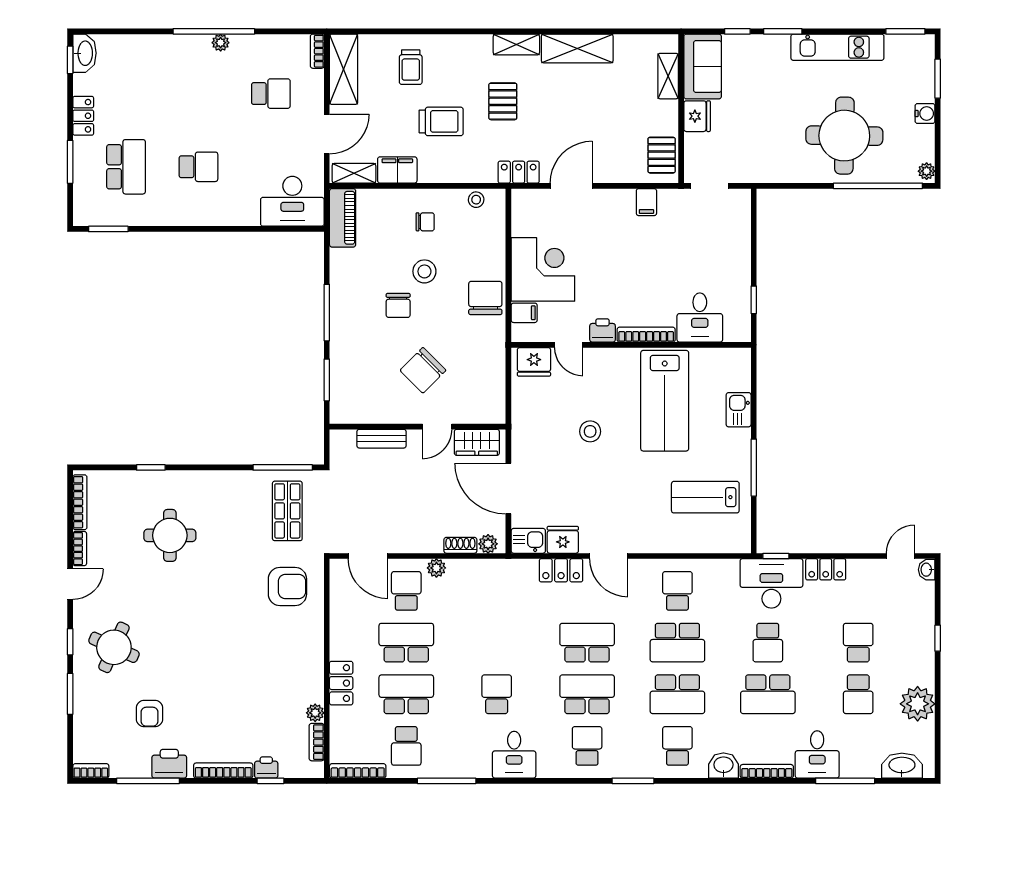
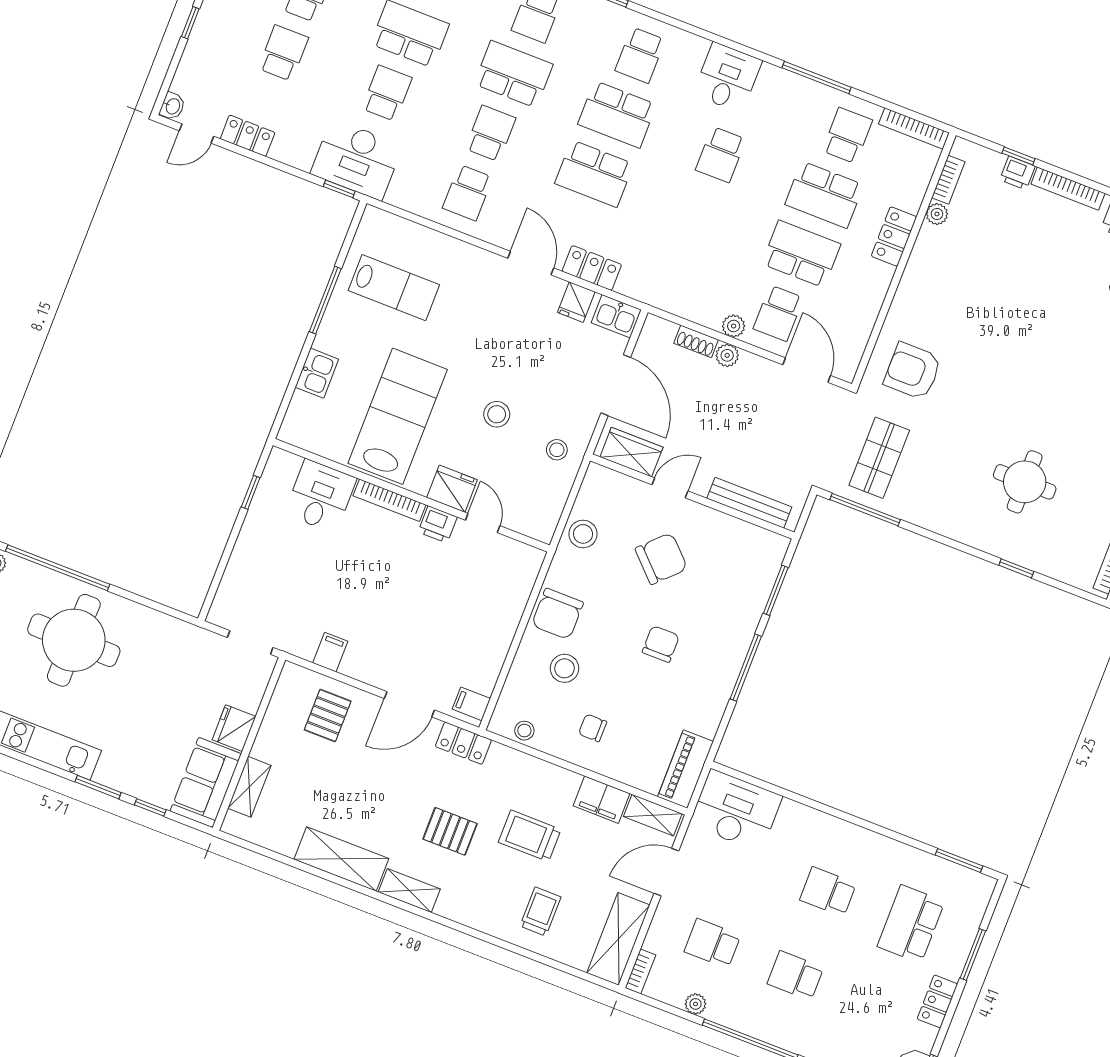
plant: (221, 43) -> (696, 1004), moved
school desk: (198, 94) -> (795, 976), added
pallet: (503, 101) -> (450, 831), turned 90
pallet: (662, 155) -> (328, 715), moved
corner desk: (543, 269) -> (479, 621), removed
stool: (424, 271) -> (564, 668), moved
filing cabinet: (524, 313) -> (471, 704), moved
fridge: (534, 362) -> (452, 489), moved
stool: (489, 366) -> (583, 534), added
stool: (534, 422) -> (557, 450), added
bench: (382, 439) -> (749, 503), width x1.36
fridge: (563, 540) -> (576, 302), width x0.72
plant: (488, 544) -> (727, 355), moved
locker: (826, 569) -> (248, 136), moved
school desk: (406, 643) -> (801, 254), turned 180
school desk: (677, 643) -> (491, 133), width x0.54
school desk: (858, 643) -> (283, 53), turned 180

